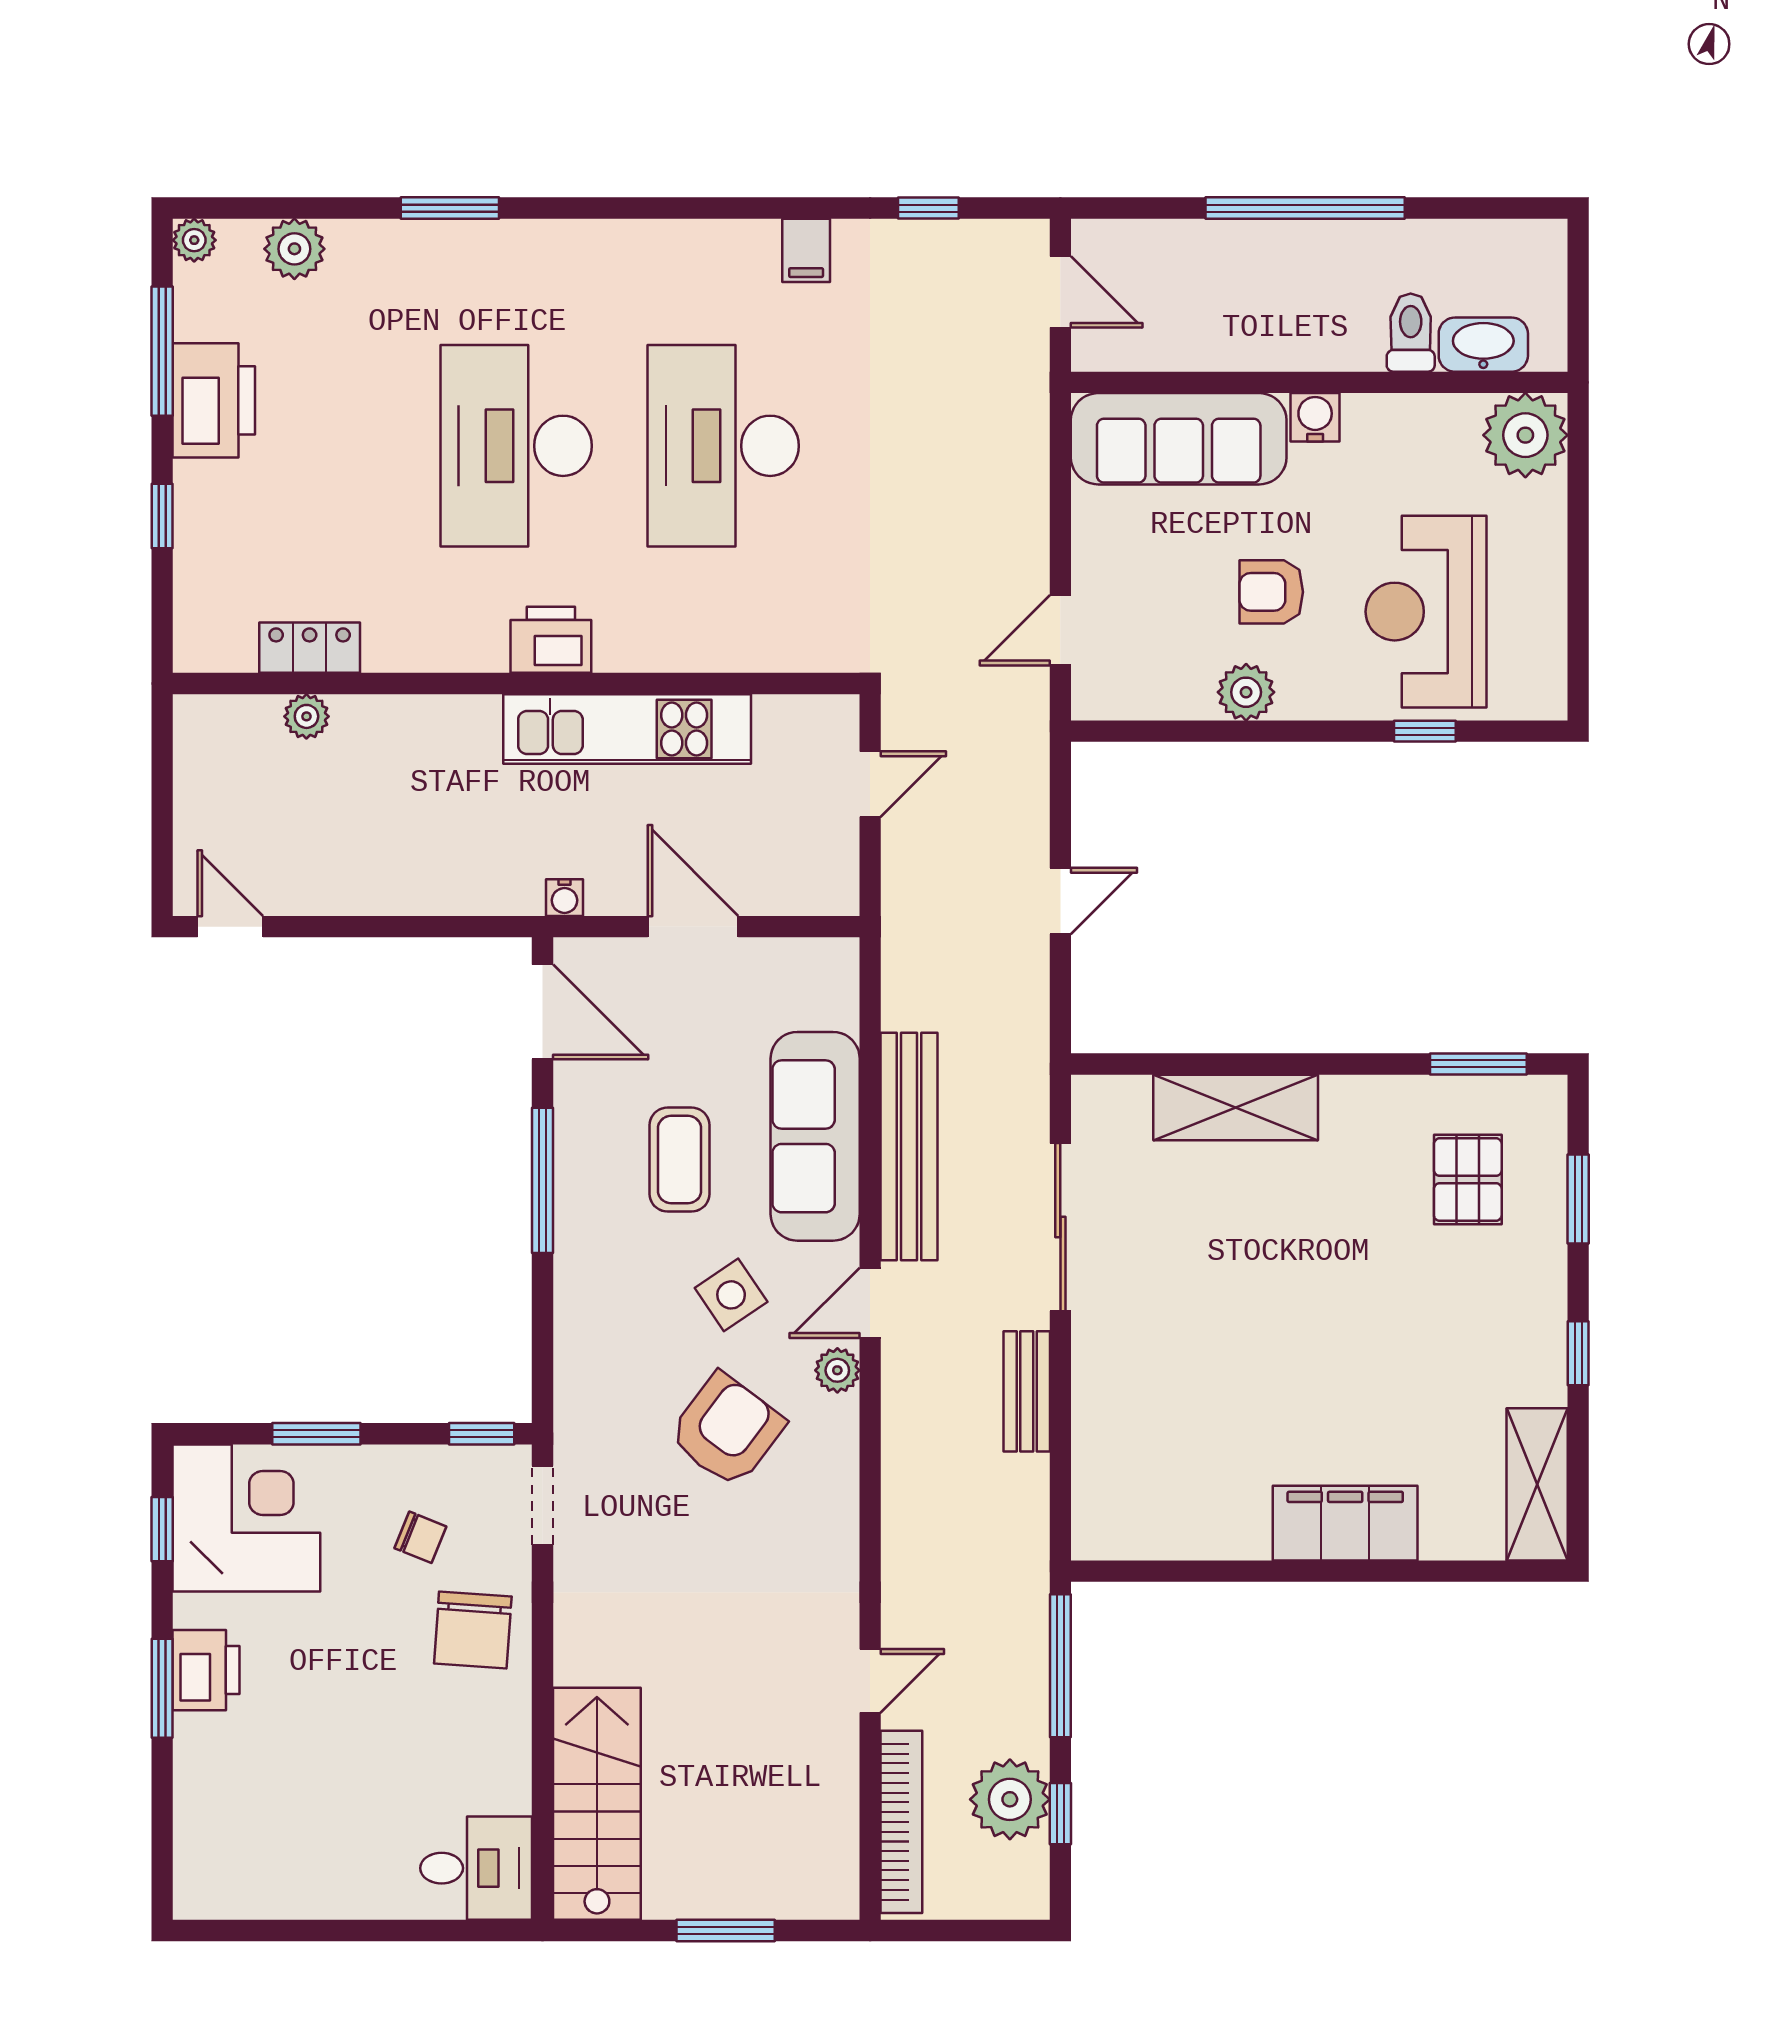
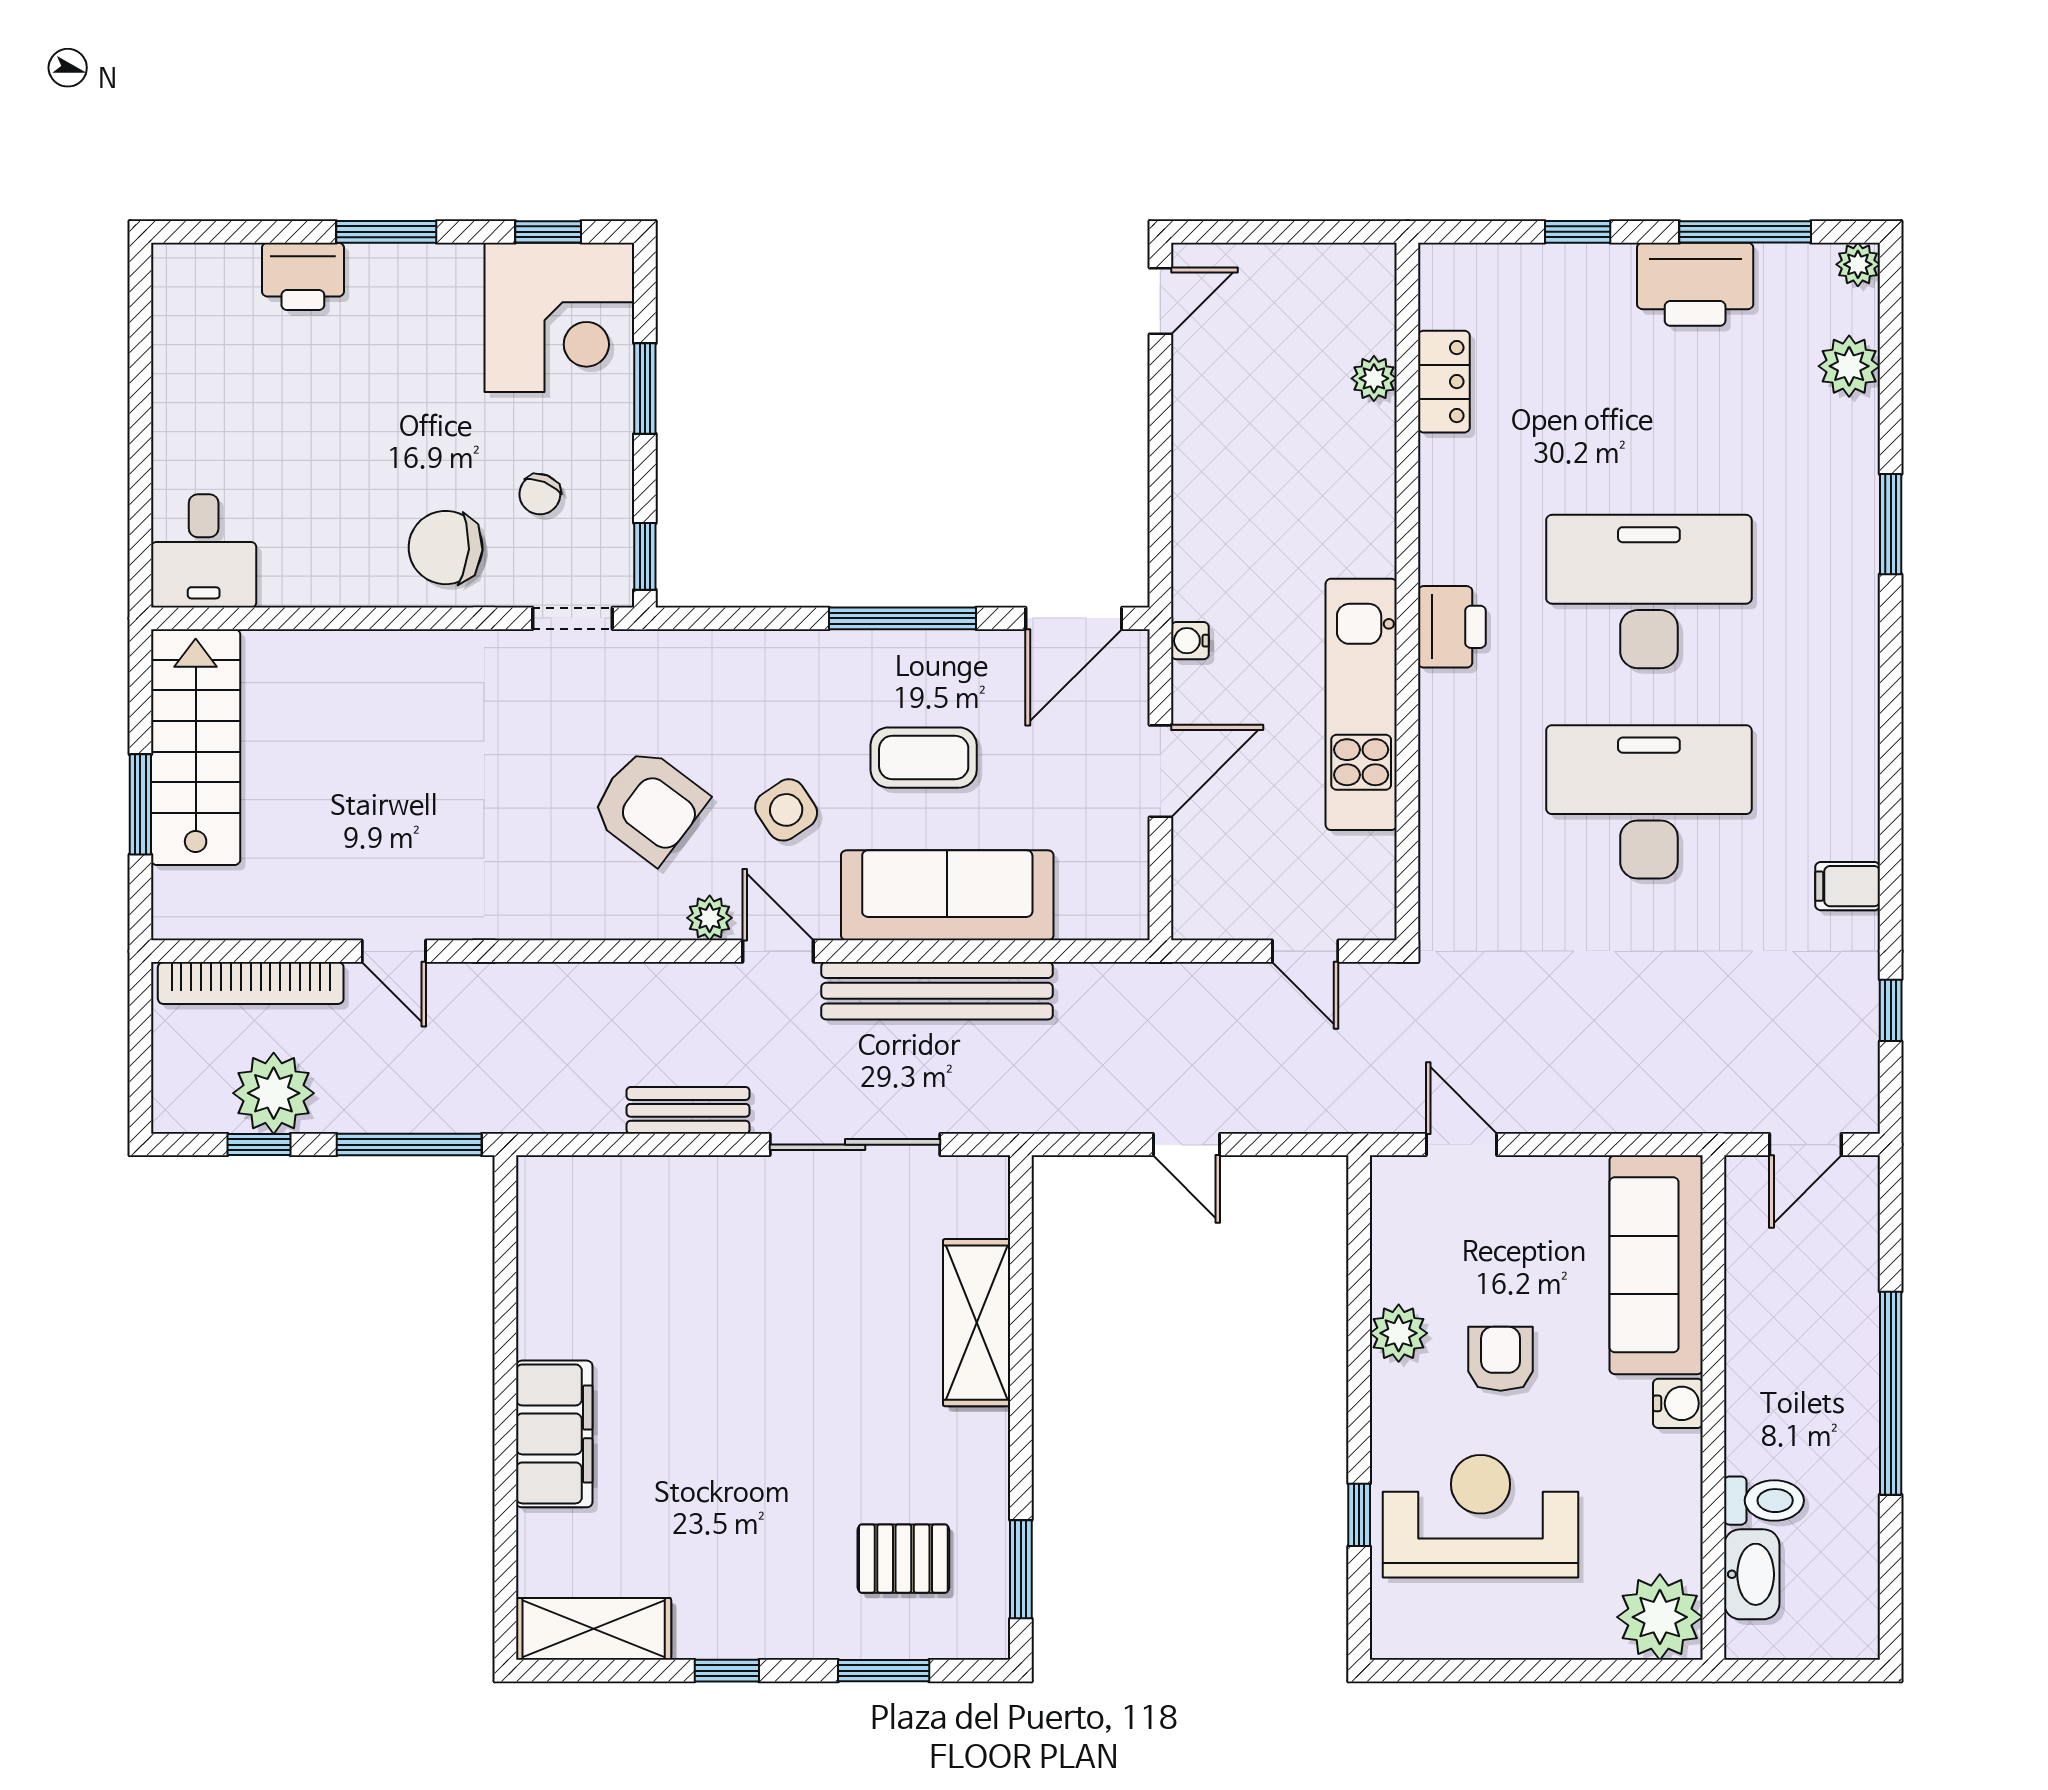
printer: (206, 1670) -> (303, 276), moved
stairs: (597, 1804) -> (196, 747), moved, turned -90

